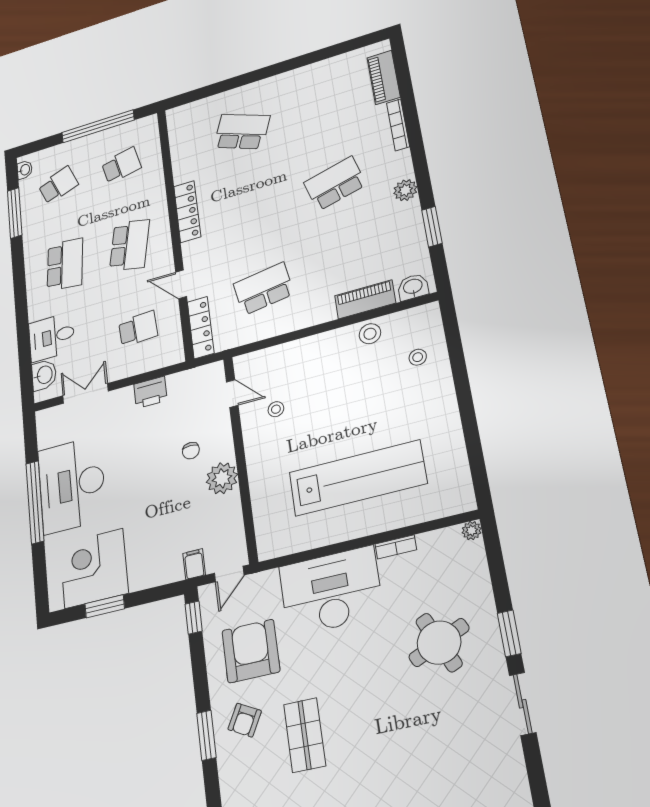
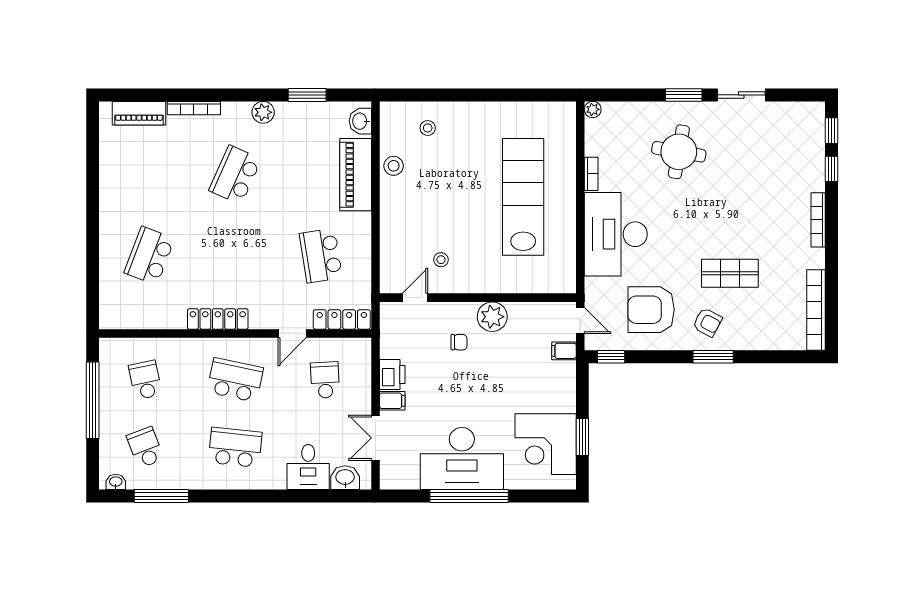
school desk: (335, 184) -> (235, 175), turned 39
piano: (365, 299) -> (356, 175), width x1.37, depth x1.33
filing cabinet: (124, 400) -> (392, 401), added
round table: (439, 643) -> (679, 152), turned 34

